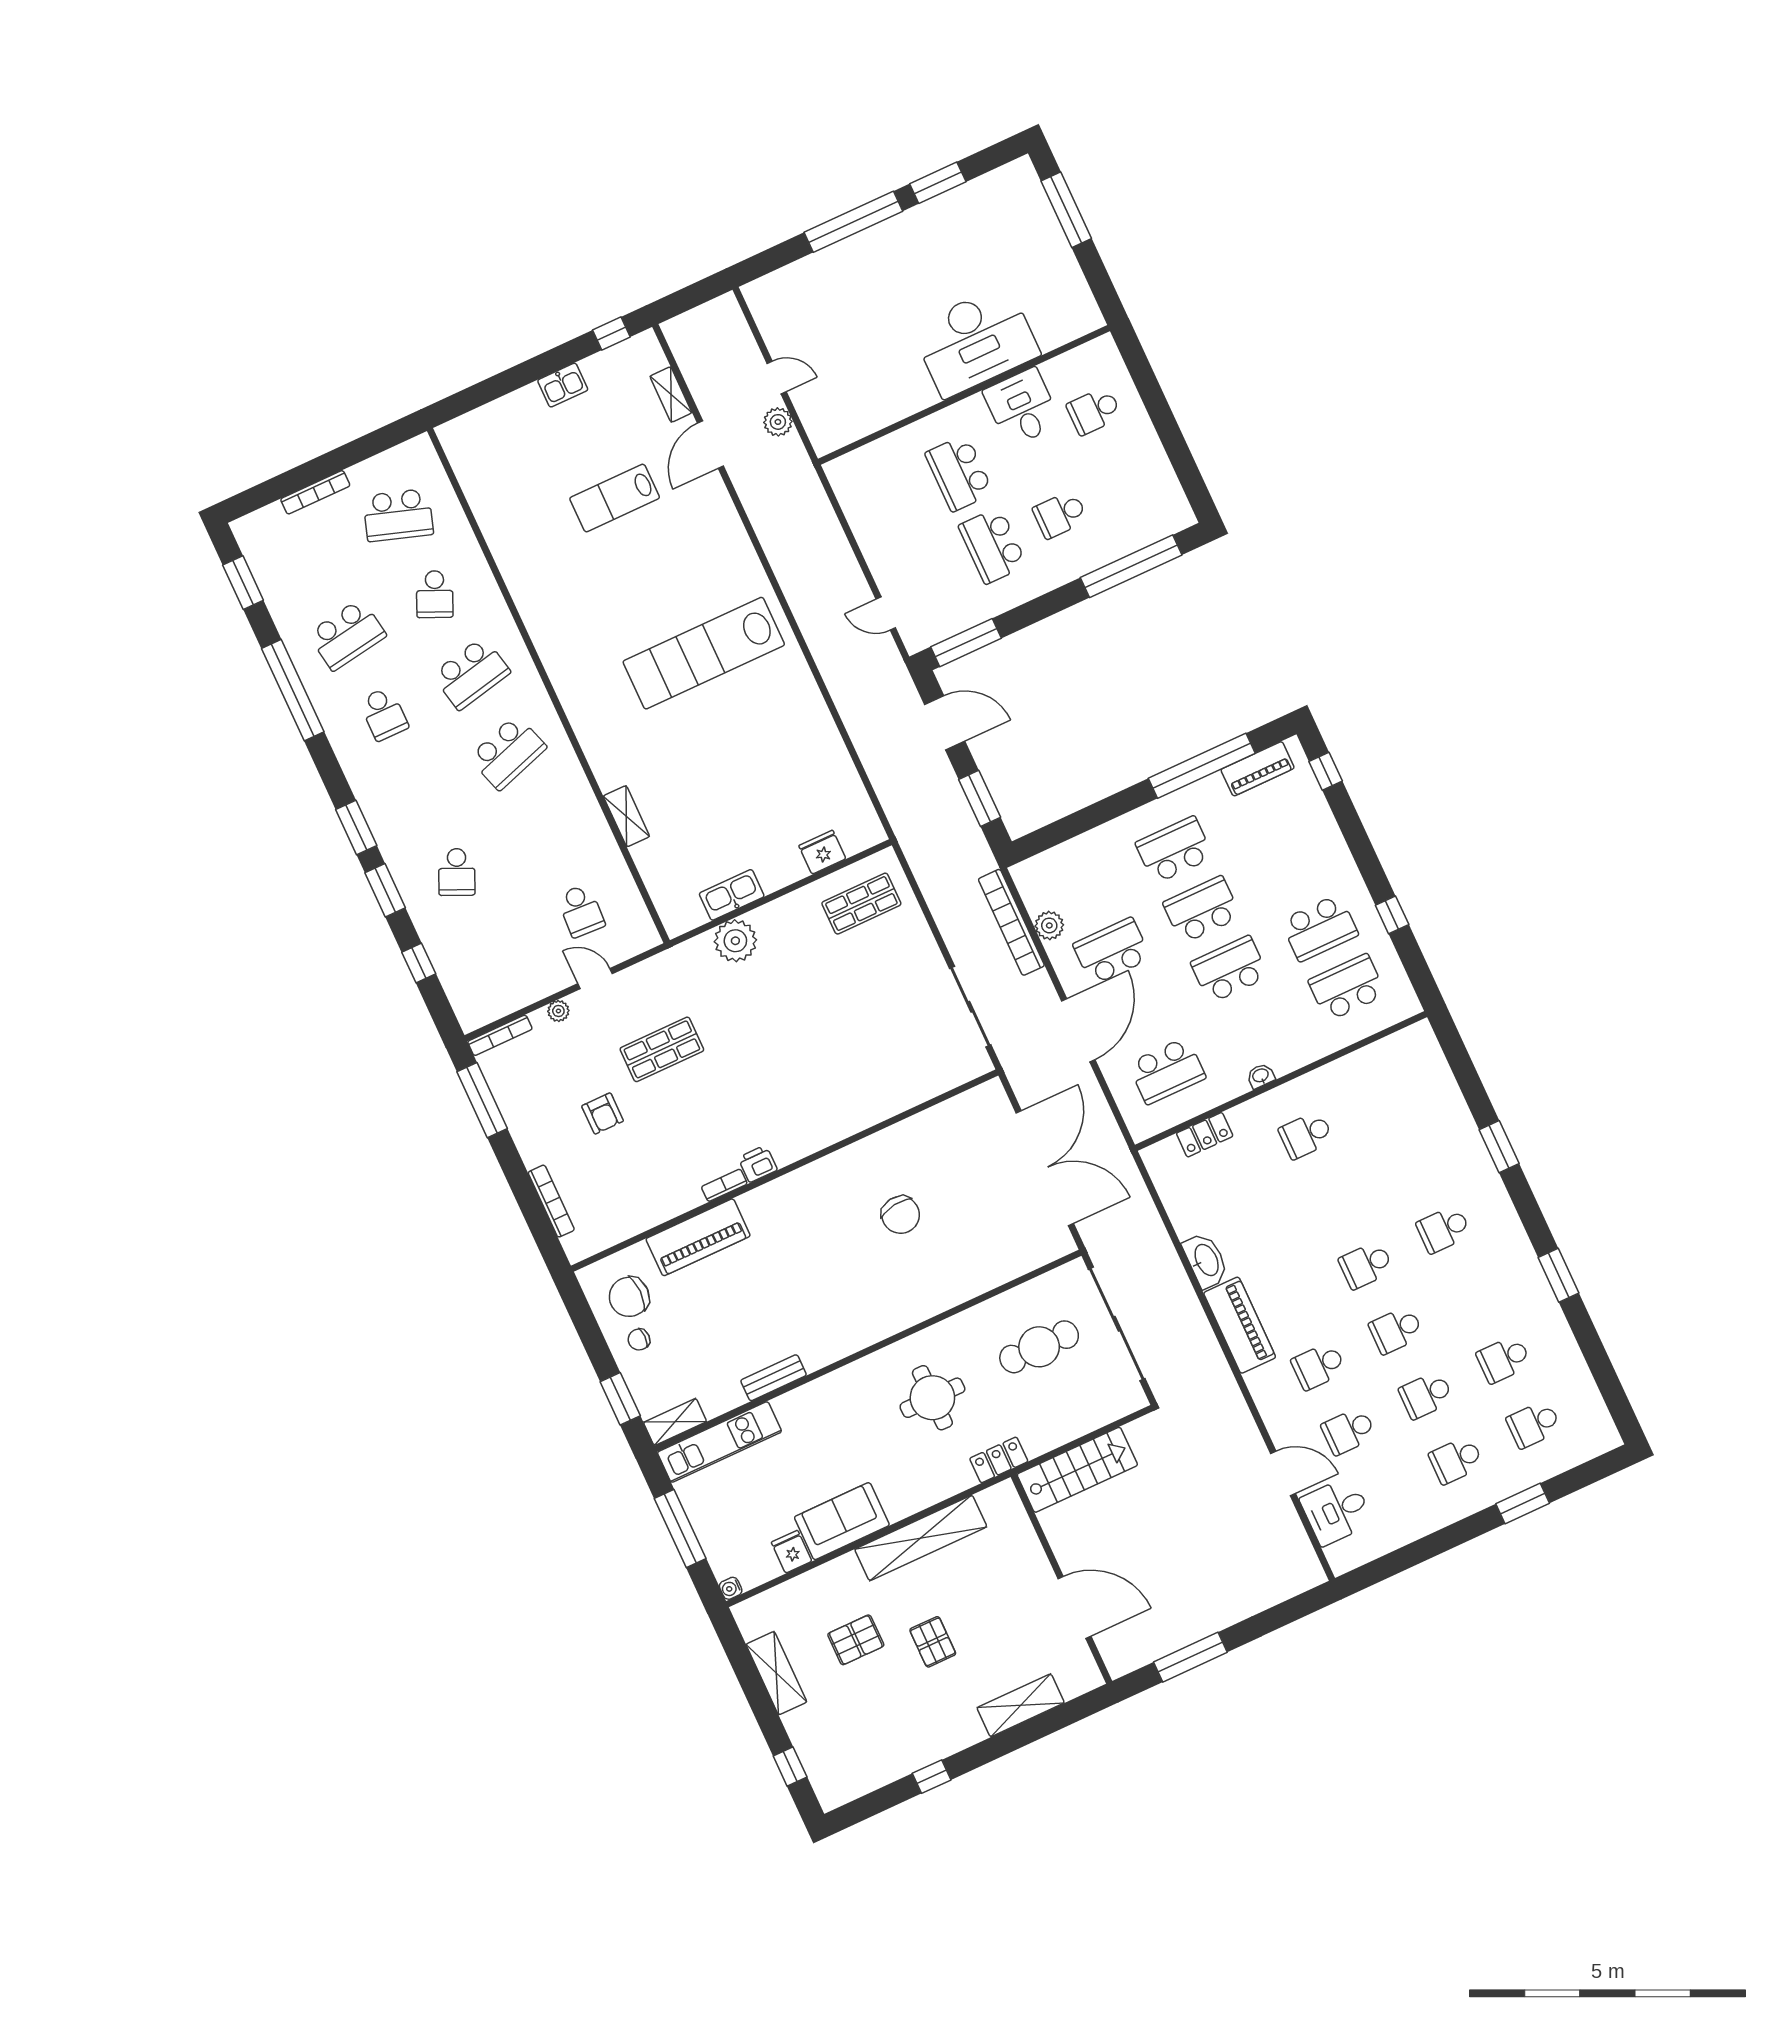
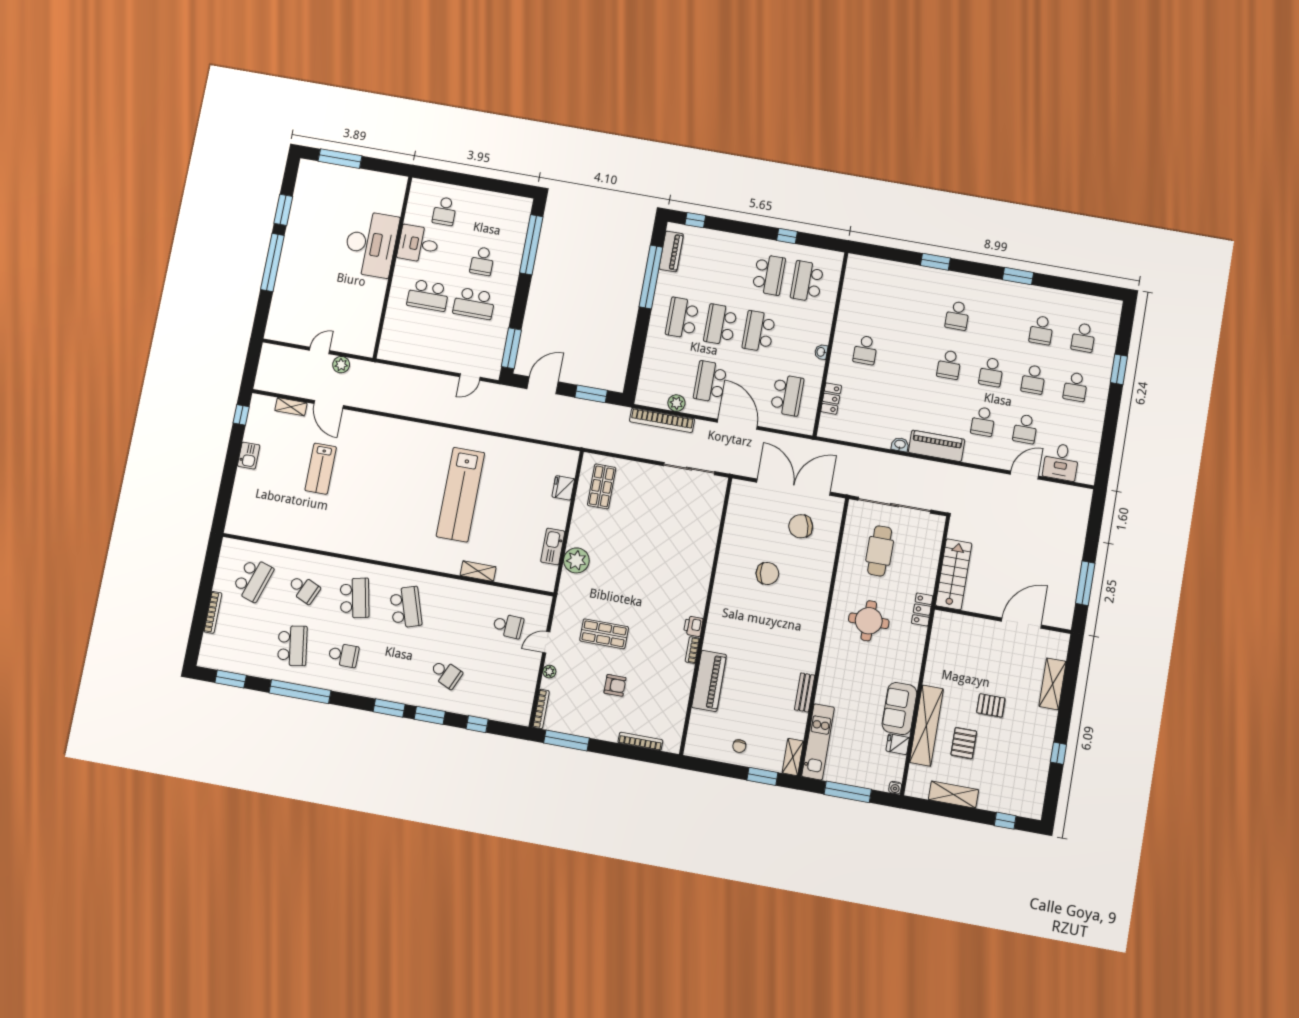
lab bench: (704, 653) -> (461, 495), moved
shop shelf: (662, 1049) -> (604, 634), turned 90
washbasin: (1206, 1260) -> (900, 444), width x0.52, depth x0.69
chair: (629, 1297) -> (801, 526), moved, turned 76
shelving: (921, 1538) -> (926, 726), moved

